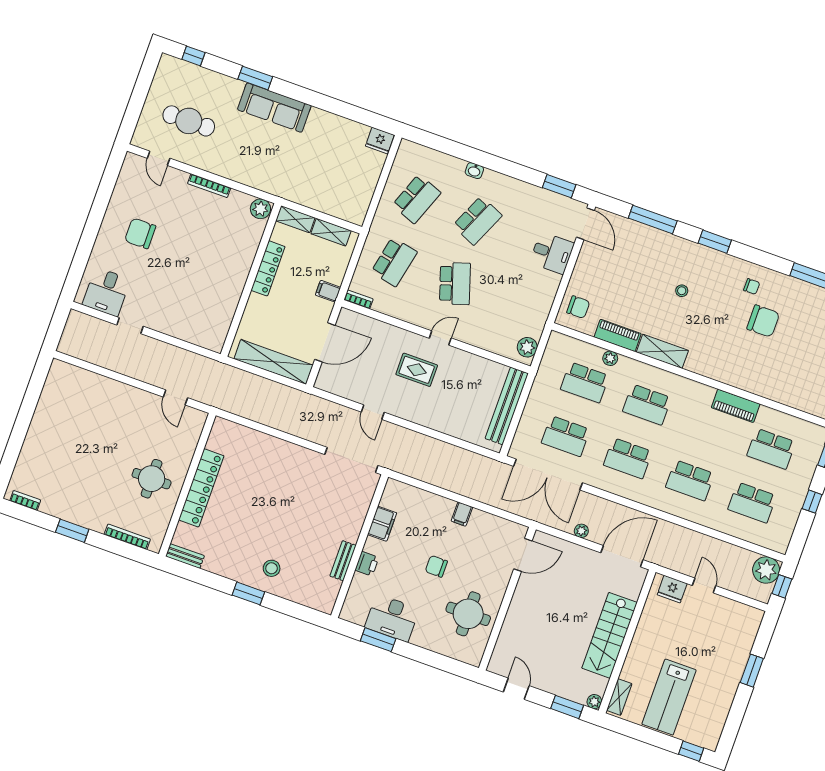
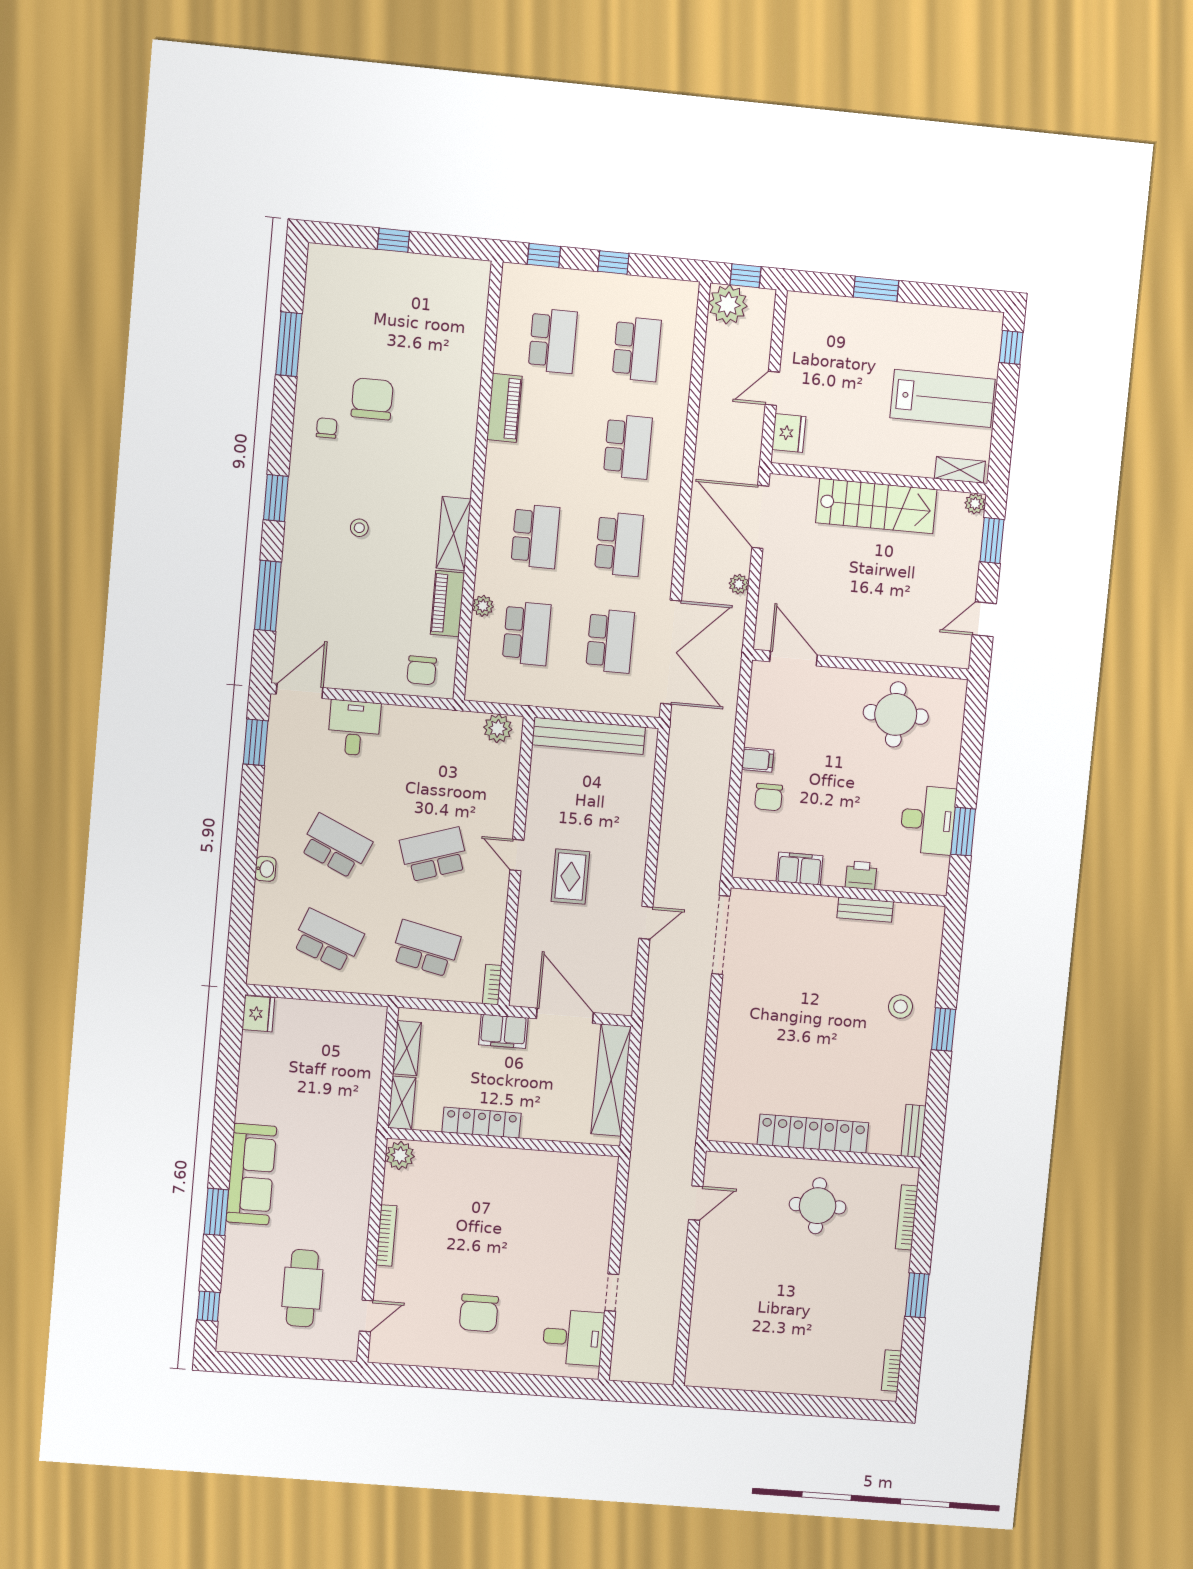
filing cabinet: (328, 291) -> (503, 1031), width x2.00
chair: (578, 307) -> (422, 670), turned 180
chair: (436, 566) -> (769, 797), moved

